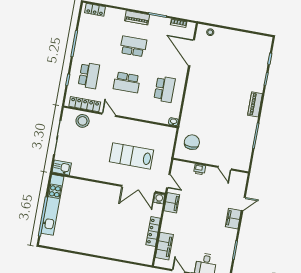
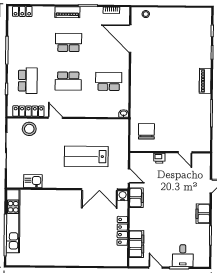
school desk: (165, 89) -> (109, 81), turned -90
kitchen sink: (62, 168) -> (33, 181), moved
filing cabinet: (233, 219) -> (203, 214), moved

